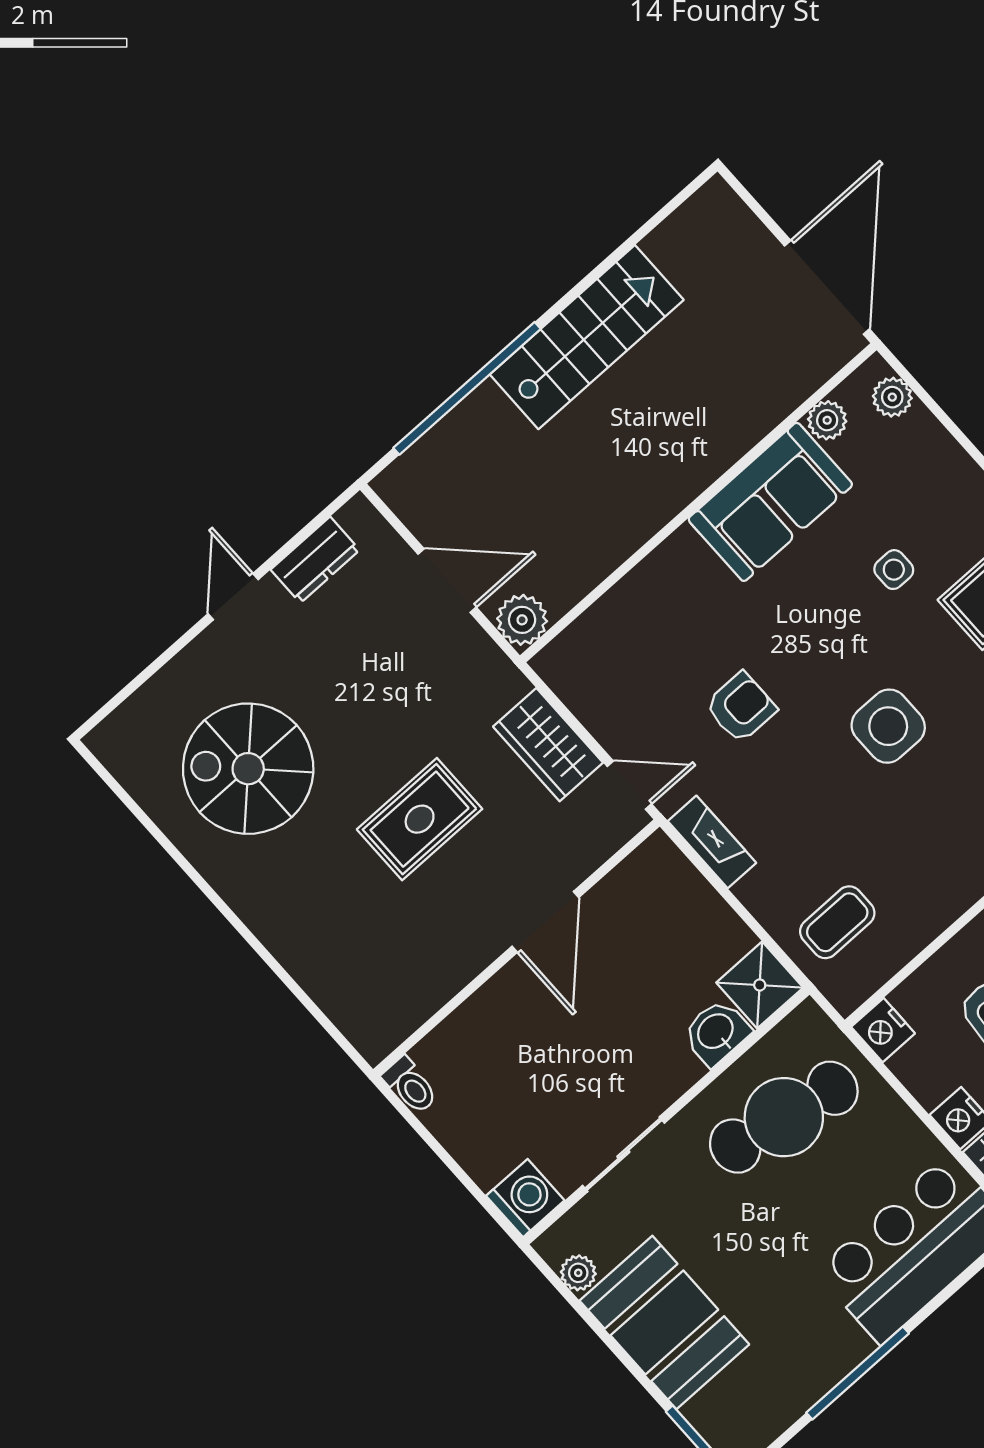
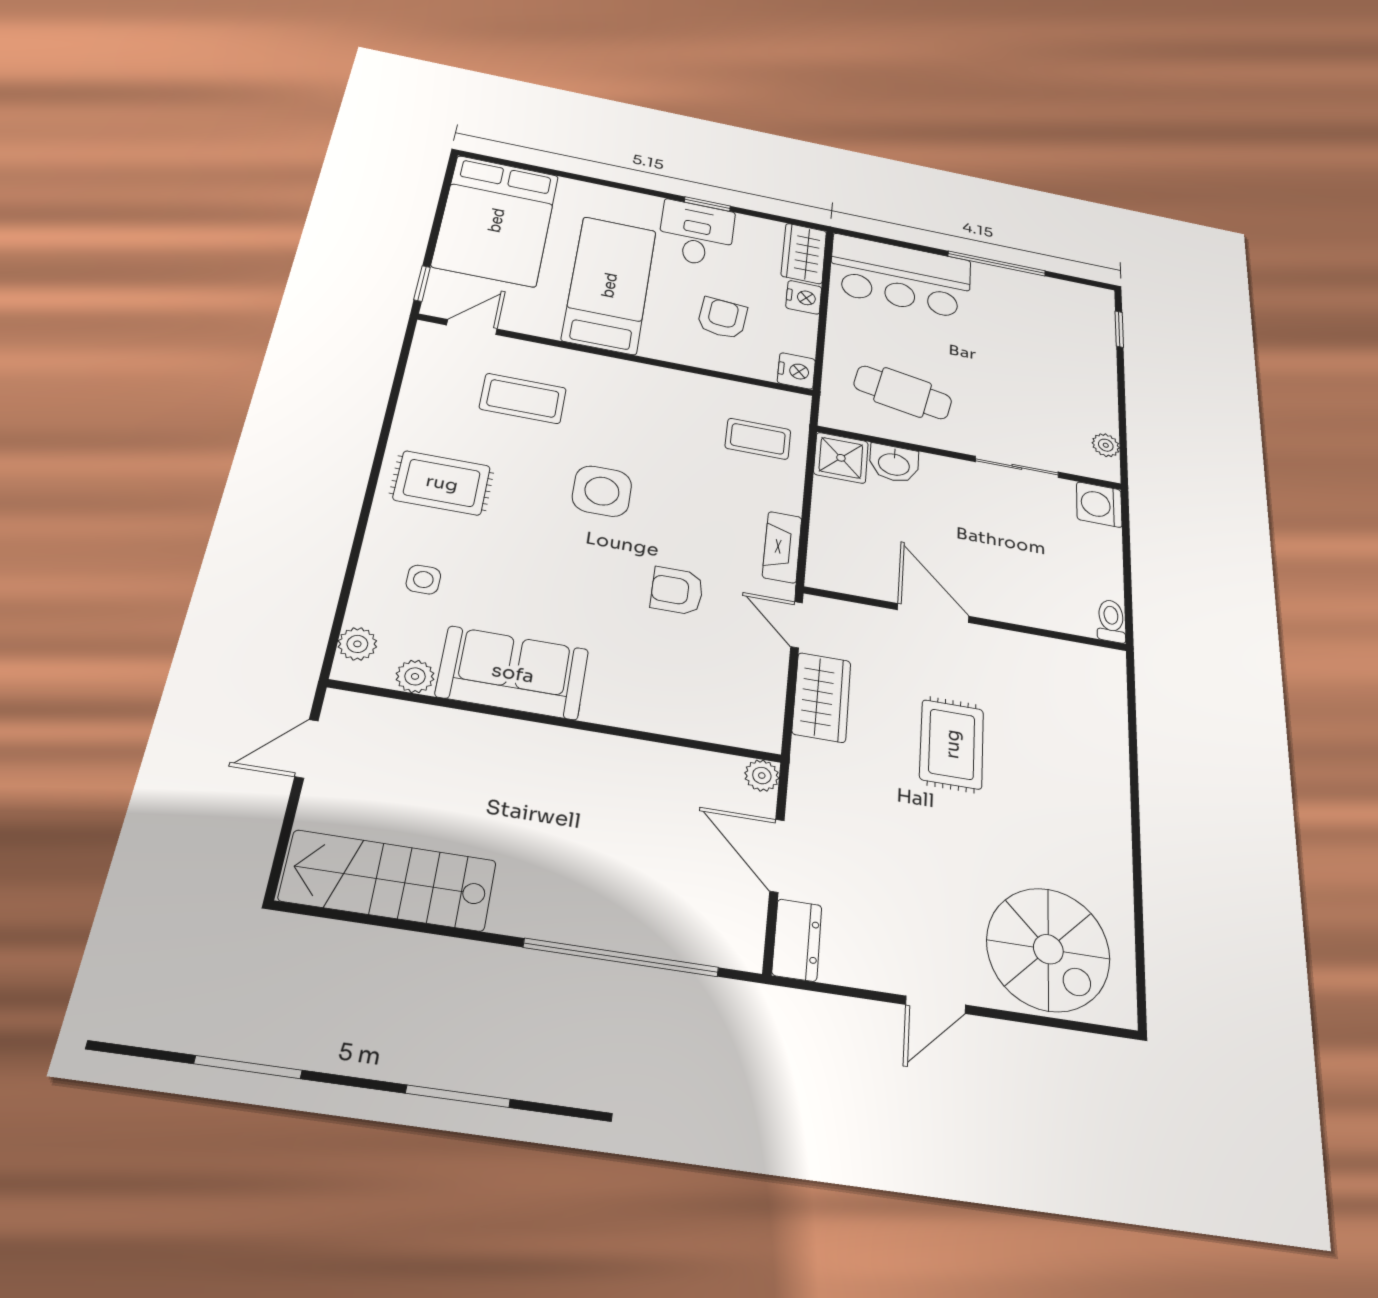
door: (827, 287) -> (306, 749), width x0.53
stairs: (587, 337) -> (389, 881), moved
dresser: (315, 560) -> (797, 940), moved, turned 90
side table: (894, 570) -> (423, 580), moved
plant: (522, 620) -> (762, 776), width x0.73, depth x0.73
spiral stairs: (248, 769) -> (1048, 949), moved
rug: (420, 819) -> (952, 744), turned 90
door: (545, 922) -> (933, 613), hinge flipped
cafe table: (784, 1117) -> (903, 392), width x0.73, depth x0.74
booth: (664, 1322) -> (1080, 380), removed

